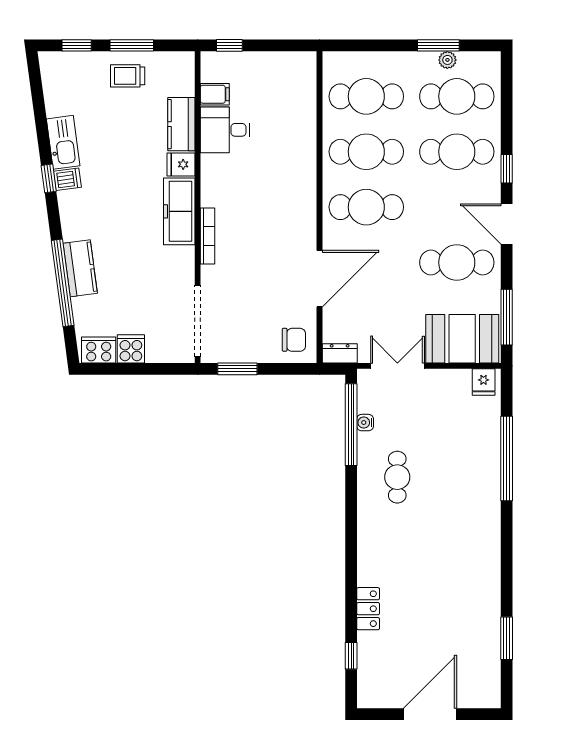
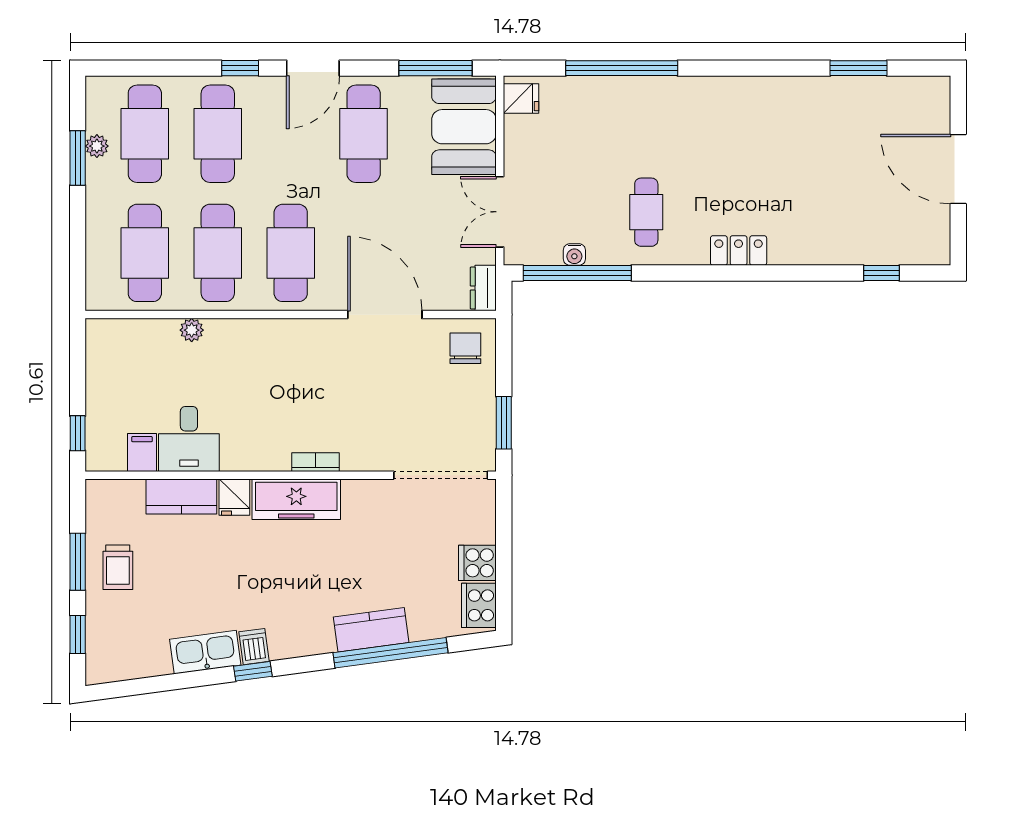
plant: (308, 132) -> (192, 330), added
bookcase: (207, 236) -> (315, 462), width x0.64
cafe table: (397, 477) -> (646, 212), turned 90
locker: (368, 609) -> (739, 251), moved

